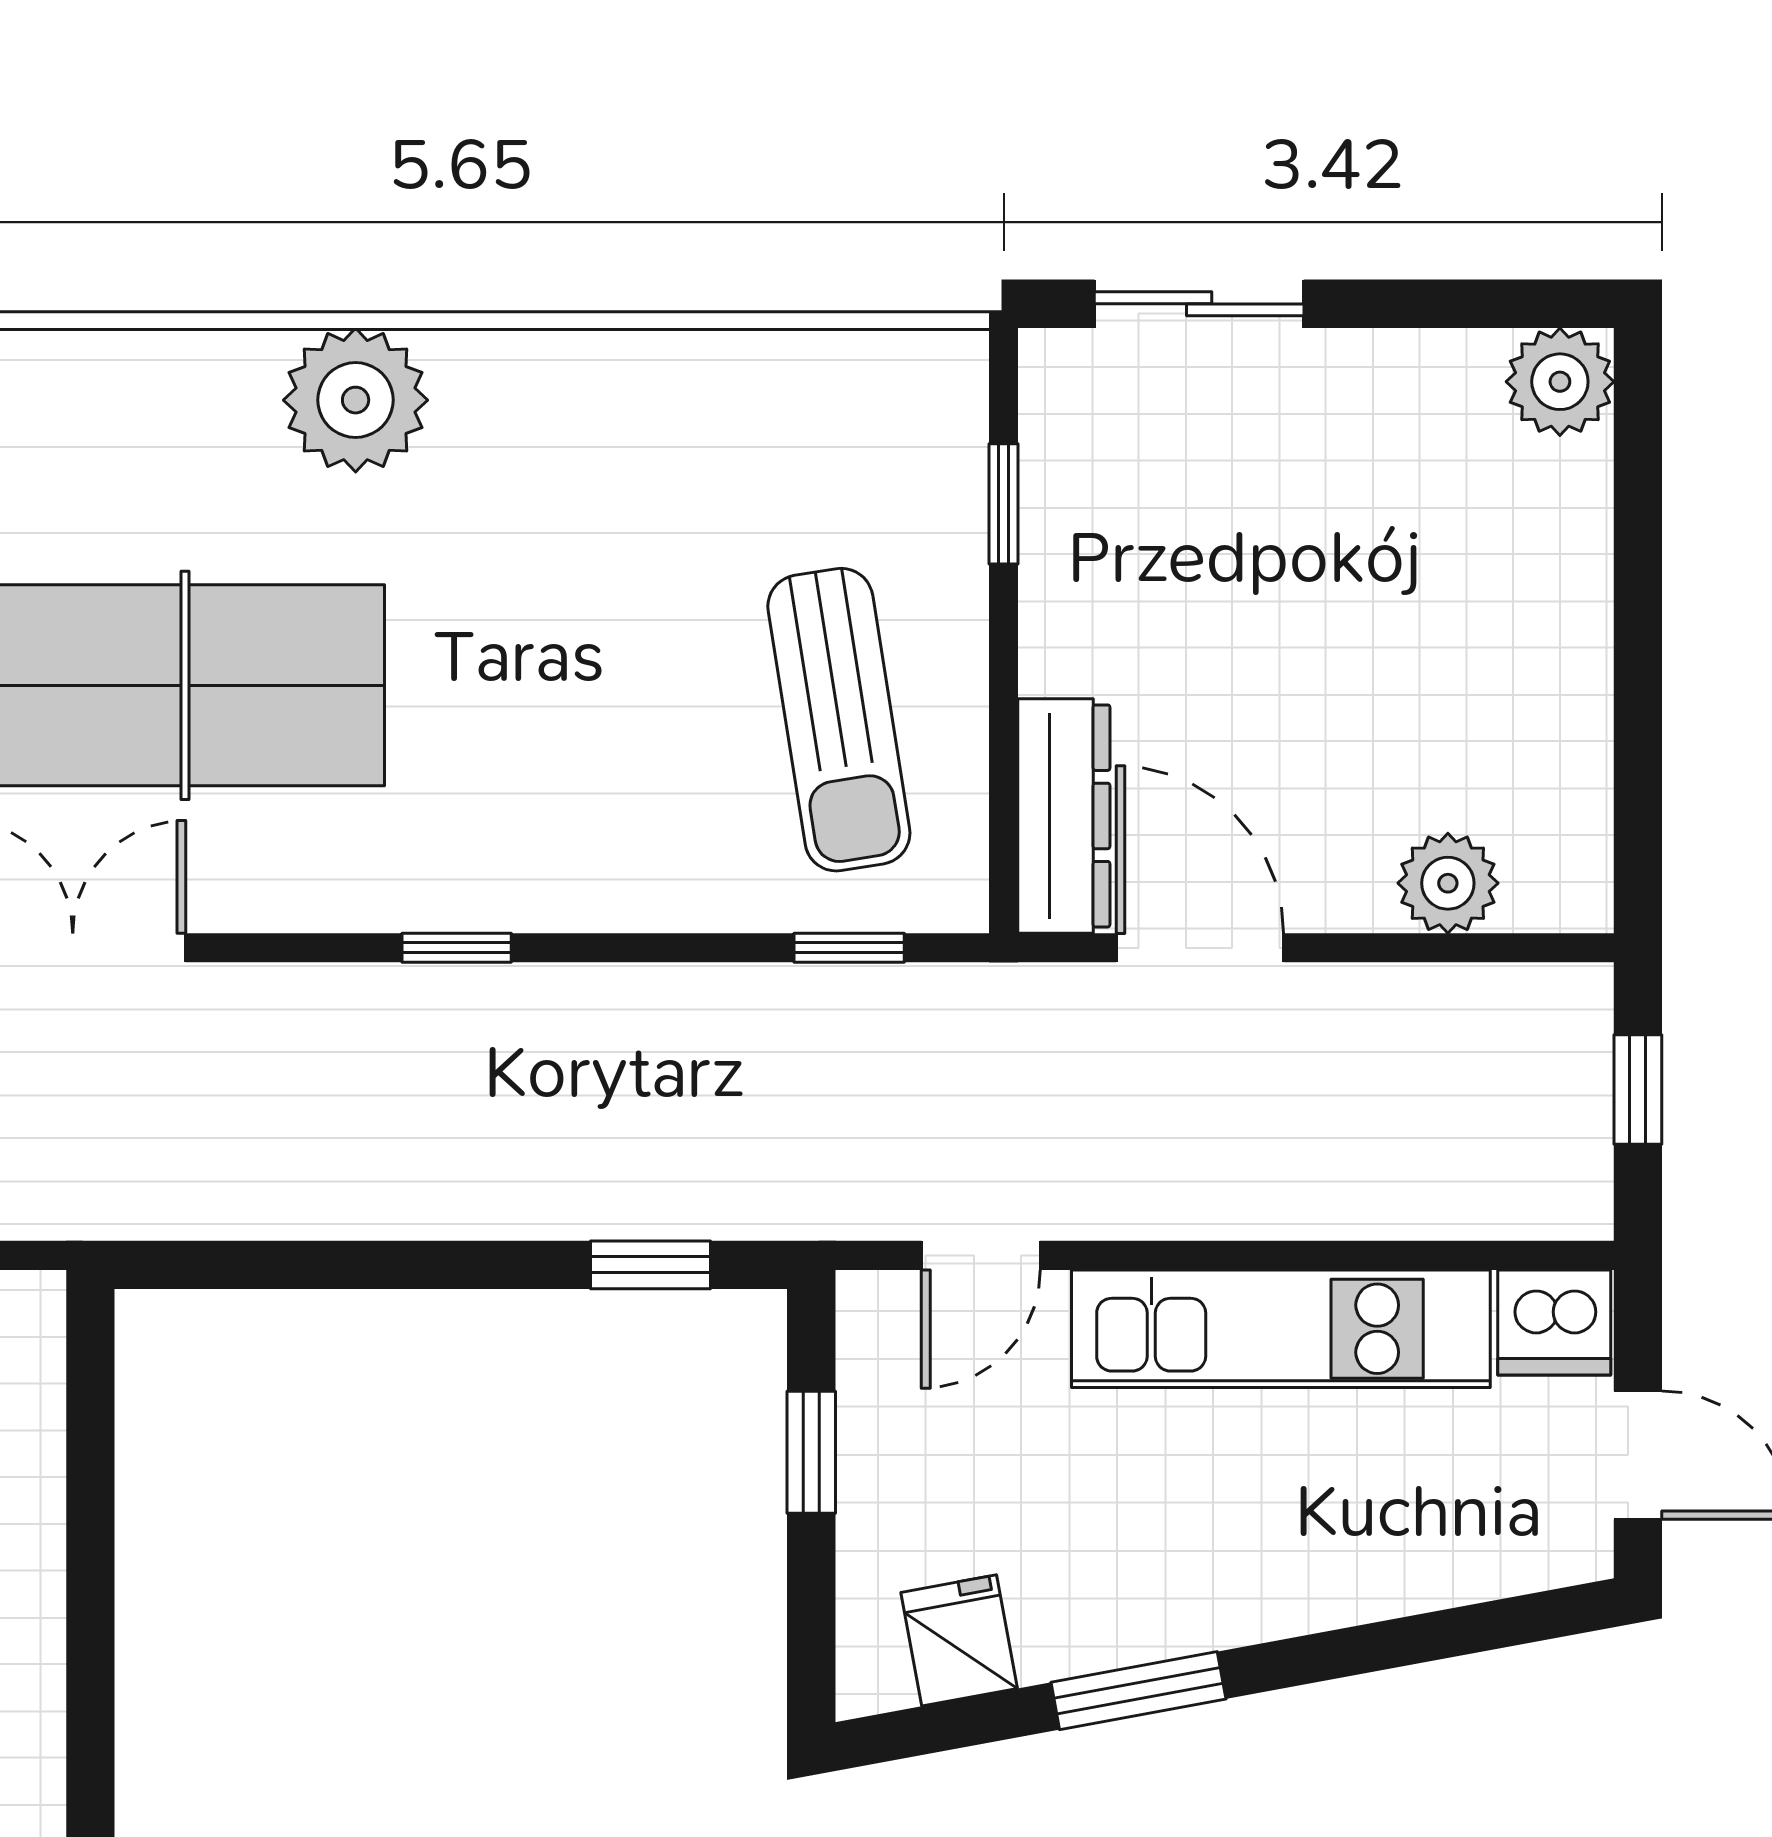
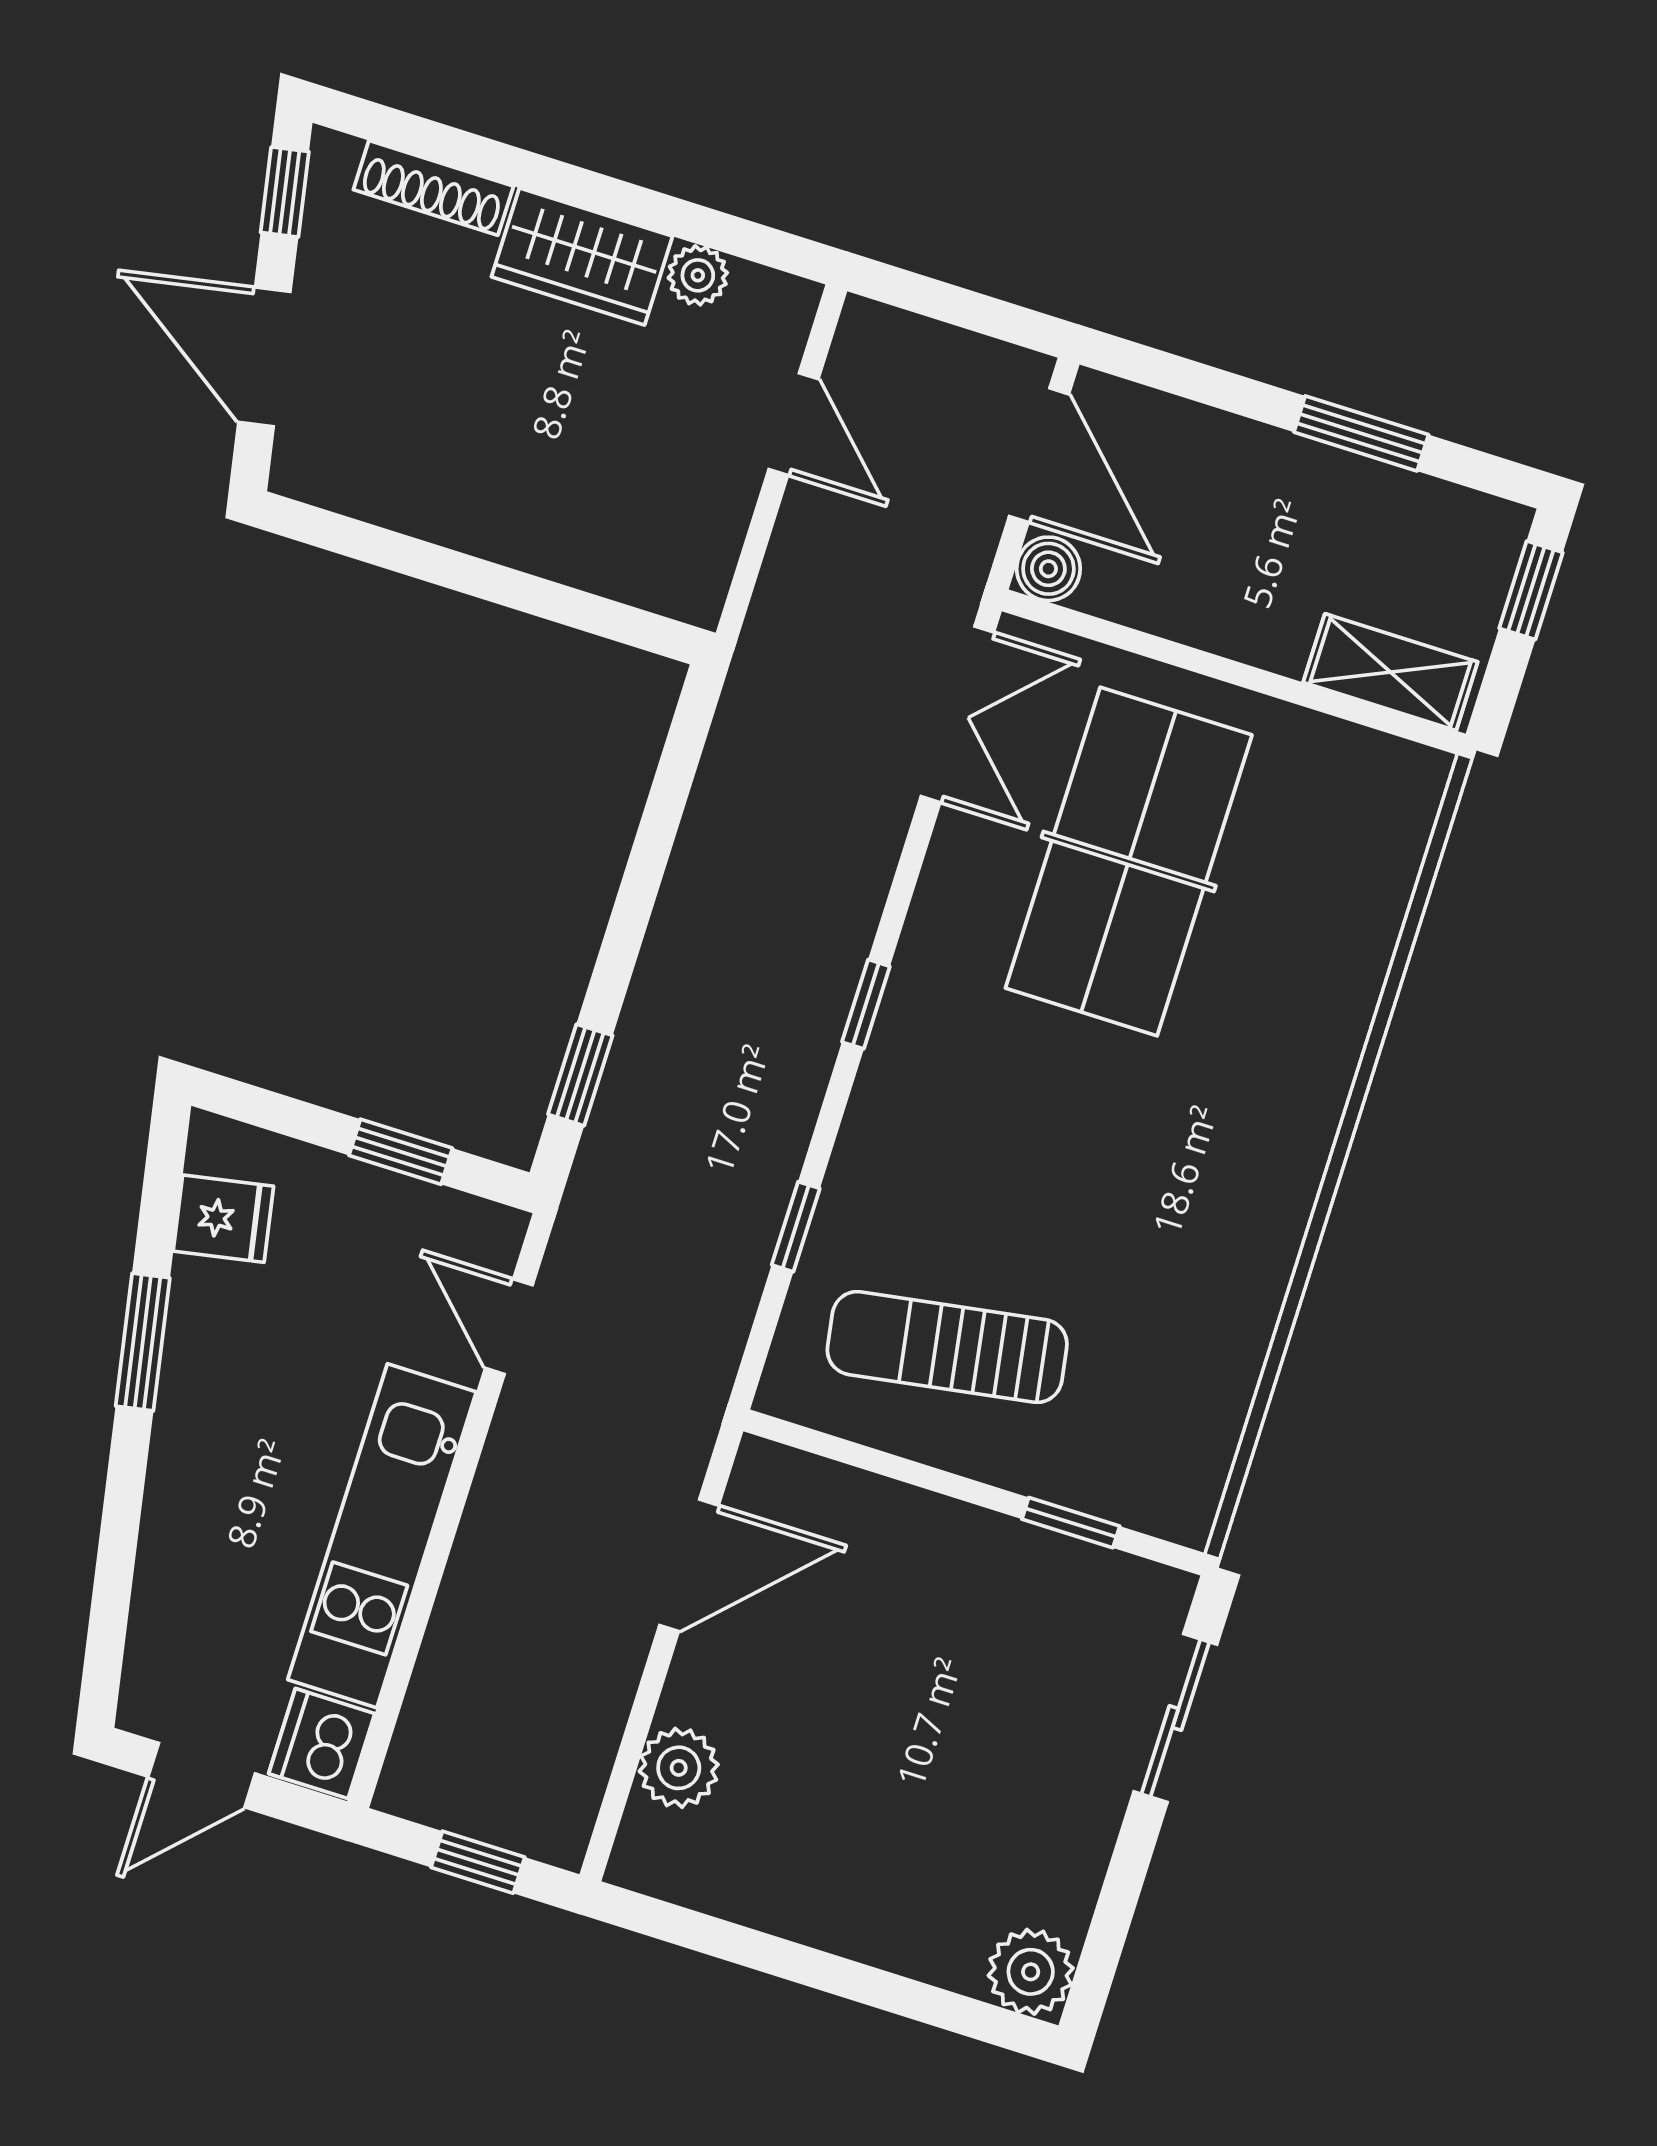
plant: (356, 400) -> (1304, 1058), removed
dresser: (1064, 816) -> (821, 1494), removed
window: (849, 948) -> (796, 1227), moved

